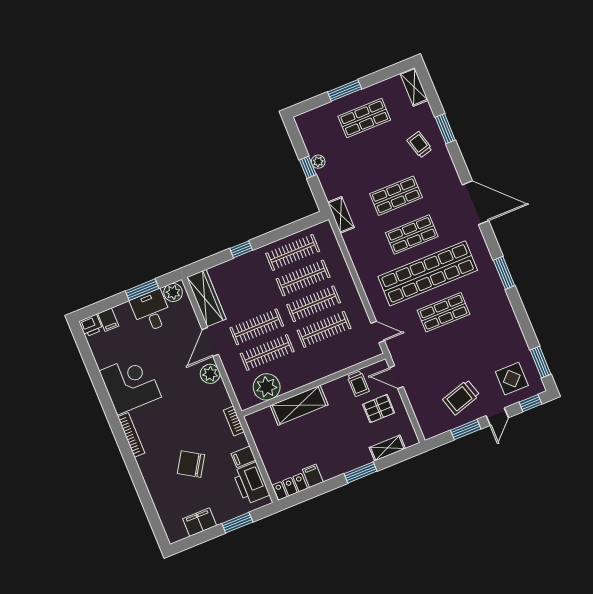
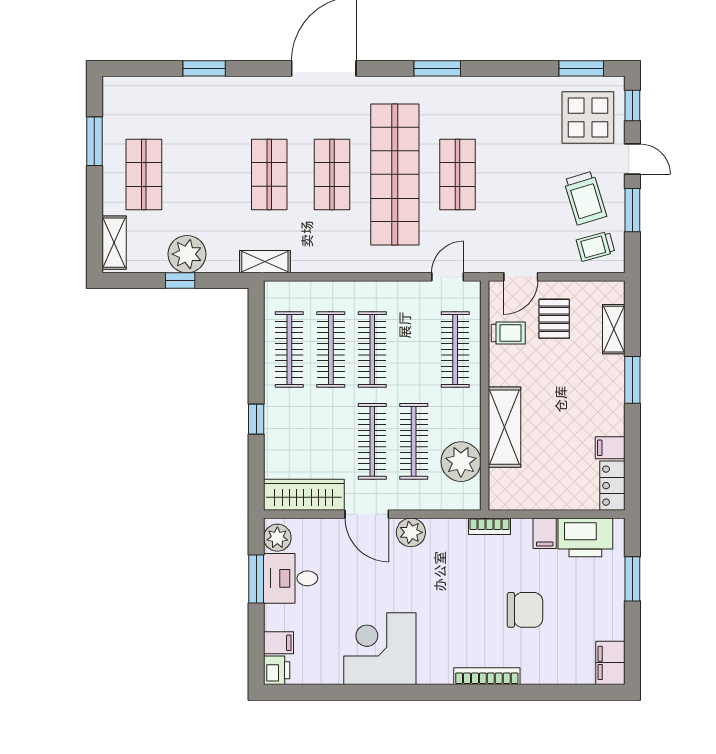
shelving: (414, 87) -> (114, 243), moved, turned 90
window: (345, 90) -> (94, 141), moved
trolley: (420, 145) -> (596, 246), moved
plant: (318, 162) -> (187, 254), width x1.88, depth x1.88
clothes rail: (324, 329) -> (455, 350), moved
display table: (512, 379) -> (588, 117), width x1.36, depth x1.36
bookcase: (131, 435) -> (487, 676), moved
chair: (191, 464) -> (525, 610), turned -122
filing cabinet: (200, 522) -> (610, 663), moved

